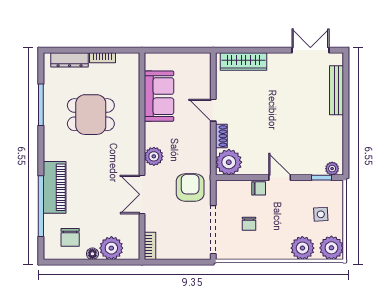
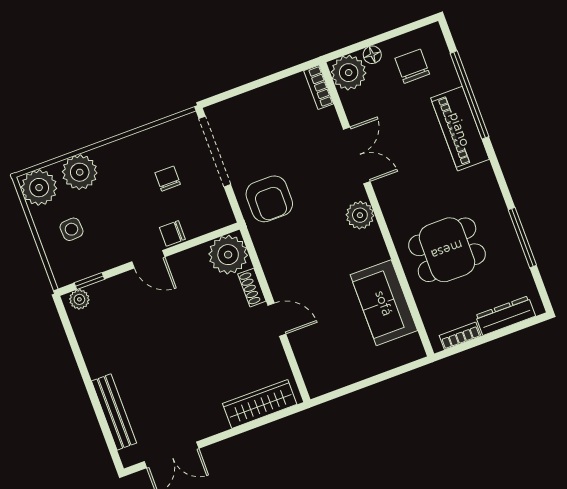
sofa: (159, 96) -> (384, 303), moved
wall: (142, 156) -> (377, 209), moved
plant: (154, 156) -> (360, 215), moved
double door: (142, 194) -> (357, 155), moved
bookcase: (150, 246) -> (319, 87), moved

